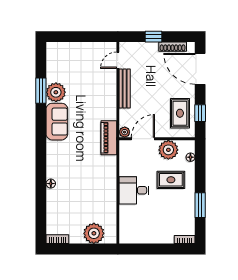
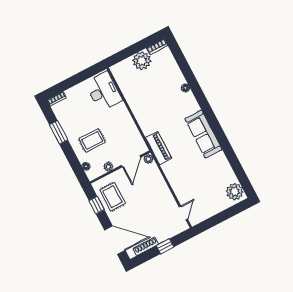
bench: (125, 88) -> (166, 193), removed
window: (41, 91) -> (232, 157), removed
plant: (56, 92) -> (235, 192), moved
sofa: (57, 122) -> (203, 134), width x1.36
plant: (168, 150) -> (108, 167), width x0.53, depth x0.53
desk: (134, 190) -> (104, 91), moved, width x1.37
plant: (94, 233) -> (142, 61), moved

